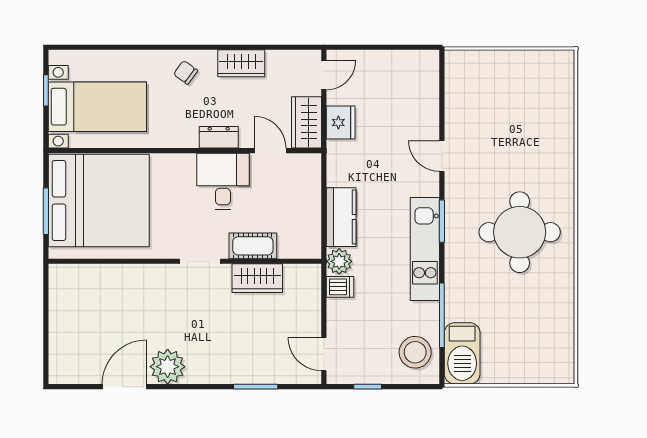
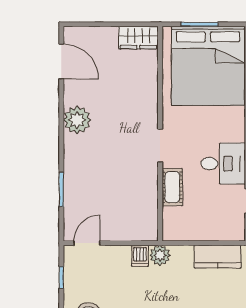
kitchen counter: (341, 217) -> (218, 257), moved
wardrobe: (257, 278) -> (138, 38), moved, turned -90
door: (124, 387) -> (61, 61), moved

